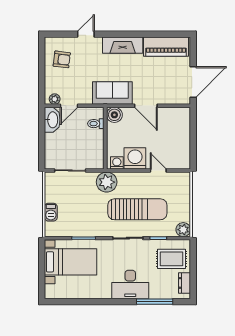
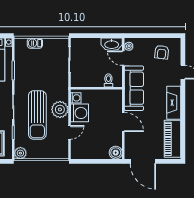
sofa: (112, 93) -> (134, 88), width x1.36
door: (146, 106) -> (123, 122), swing flipped
boiler: (114, 115) -> (116, 153), moved
plant: (107, 182) -> (60, 109), moved

